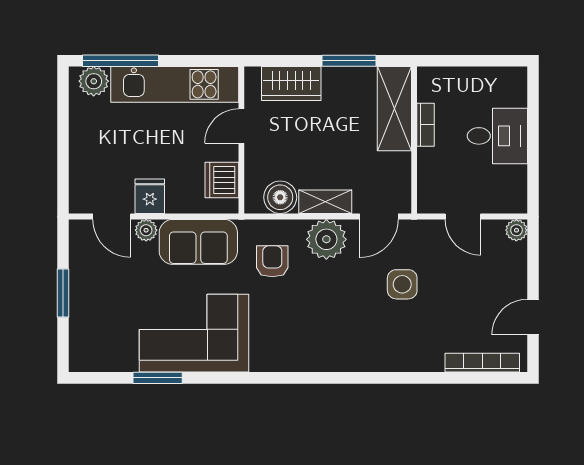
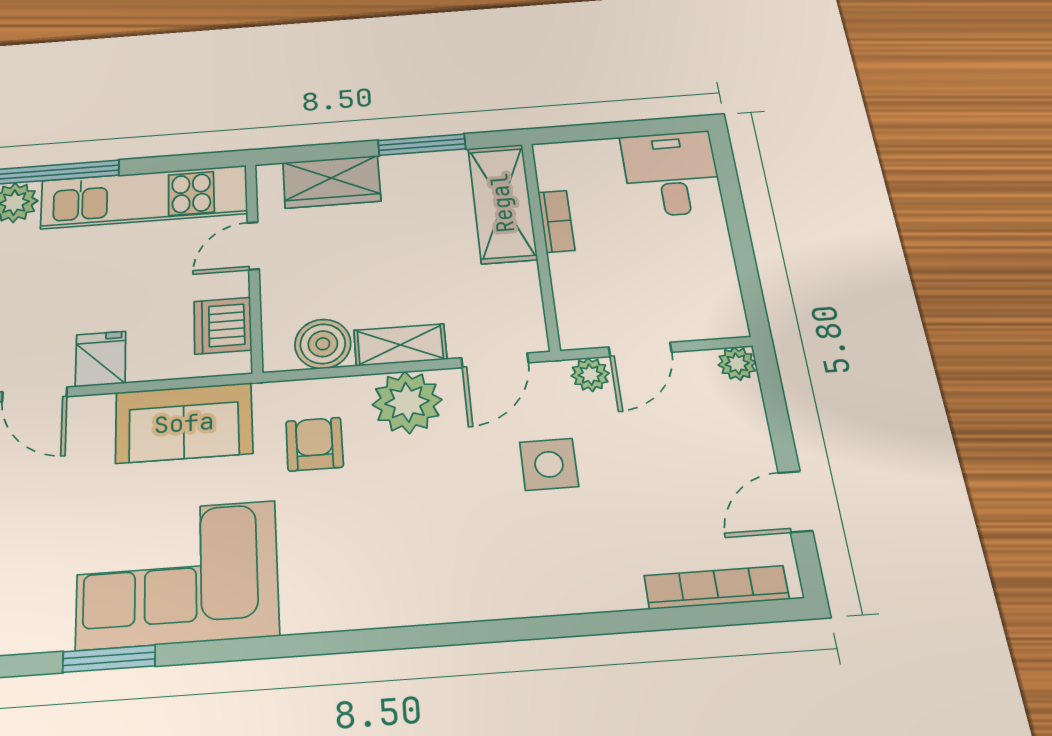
desk: (497, 136) -> (671, 174), moved, turned -90
door: (463, 216) -> (640, 350), hinge flipped
plant: (146, 230) -> (590, 375), moved

